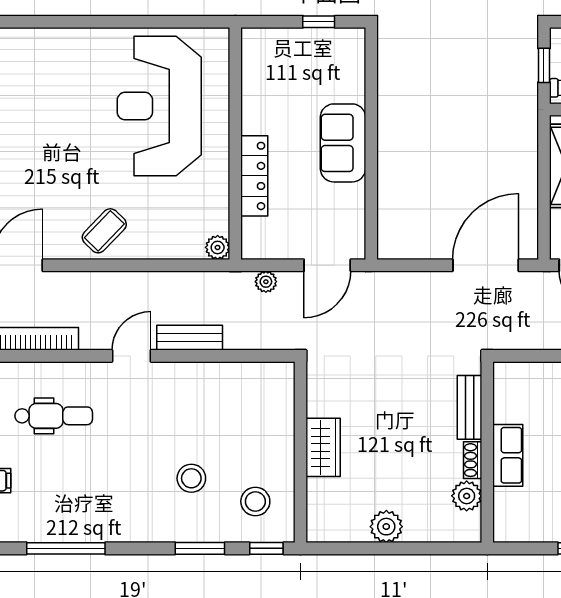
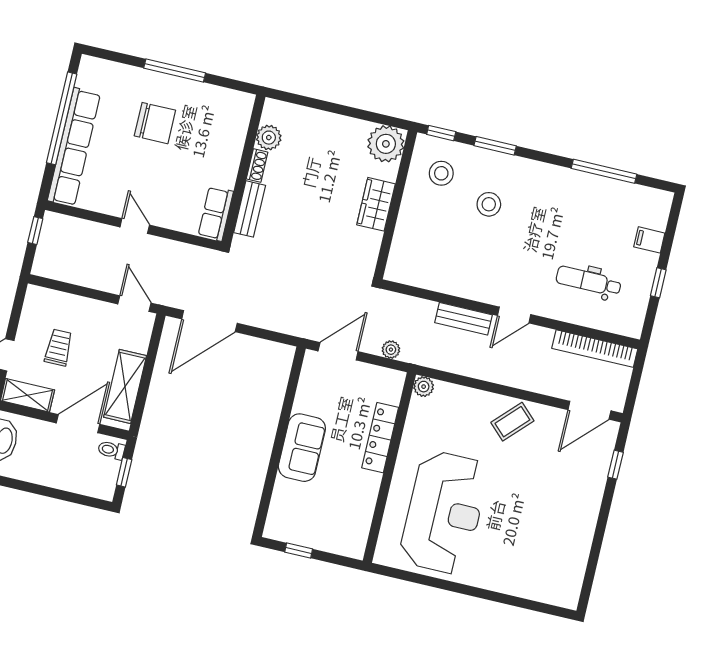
row of seats: (508, 455) -> (216, 214), moved
plant: (386, 527) -> (386, 144), moved, width x1.36, depth x1.36

